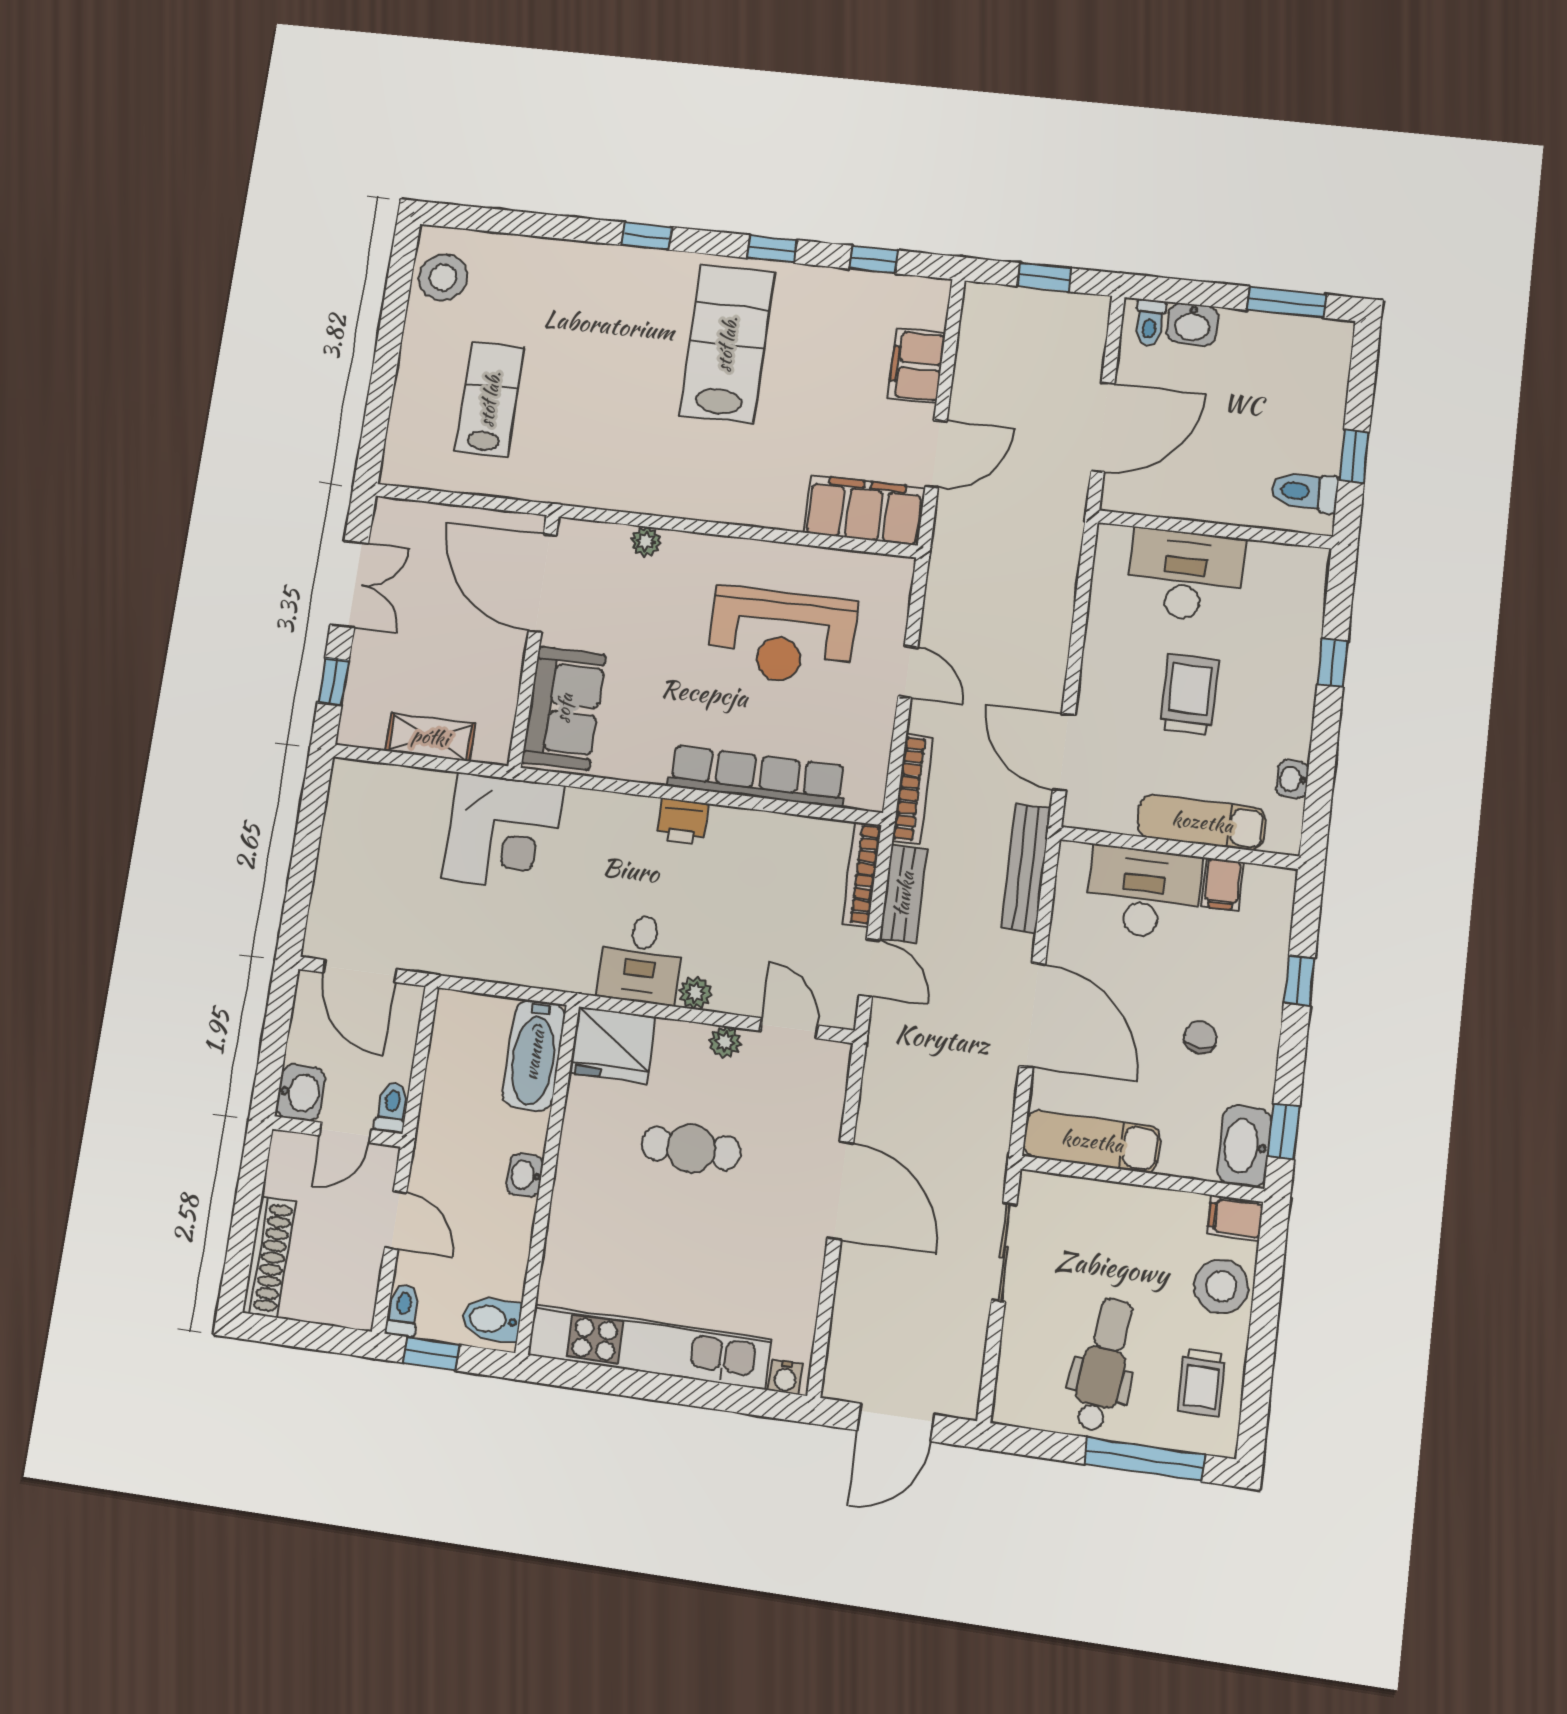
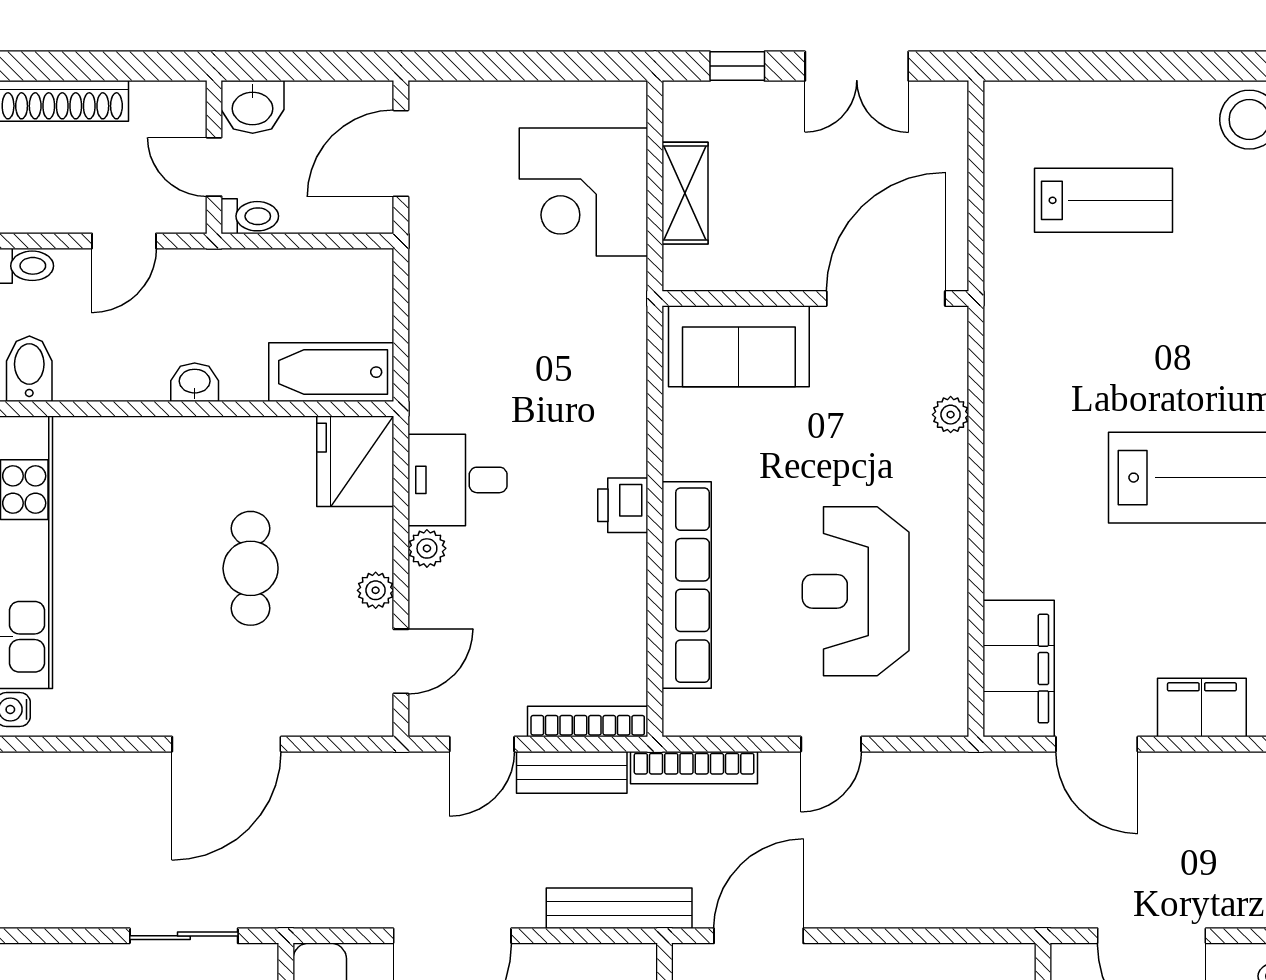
corner desk: (503, 832) -> (584, 192), moved

